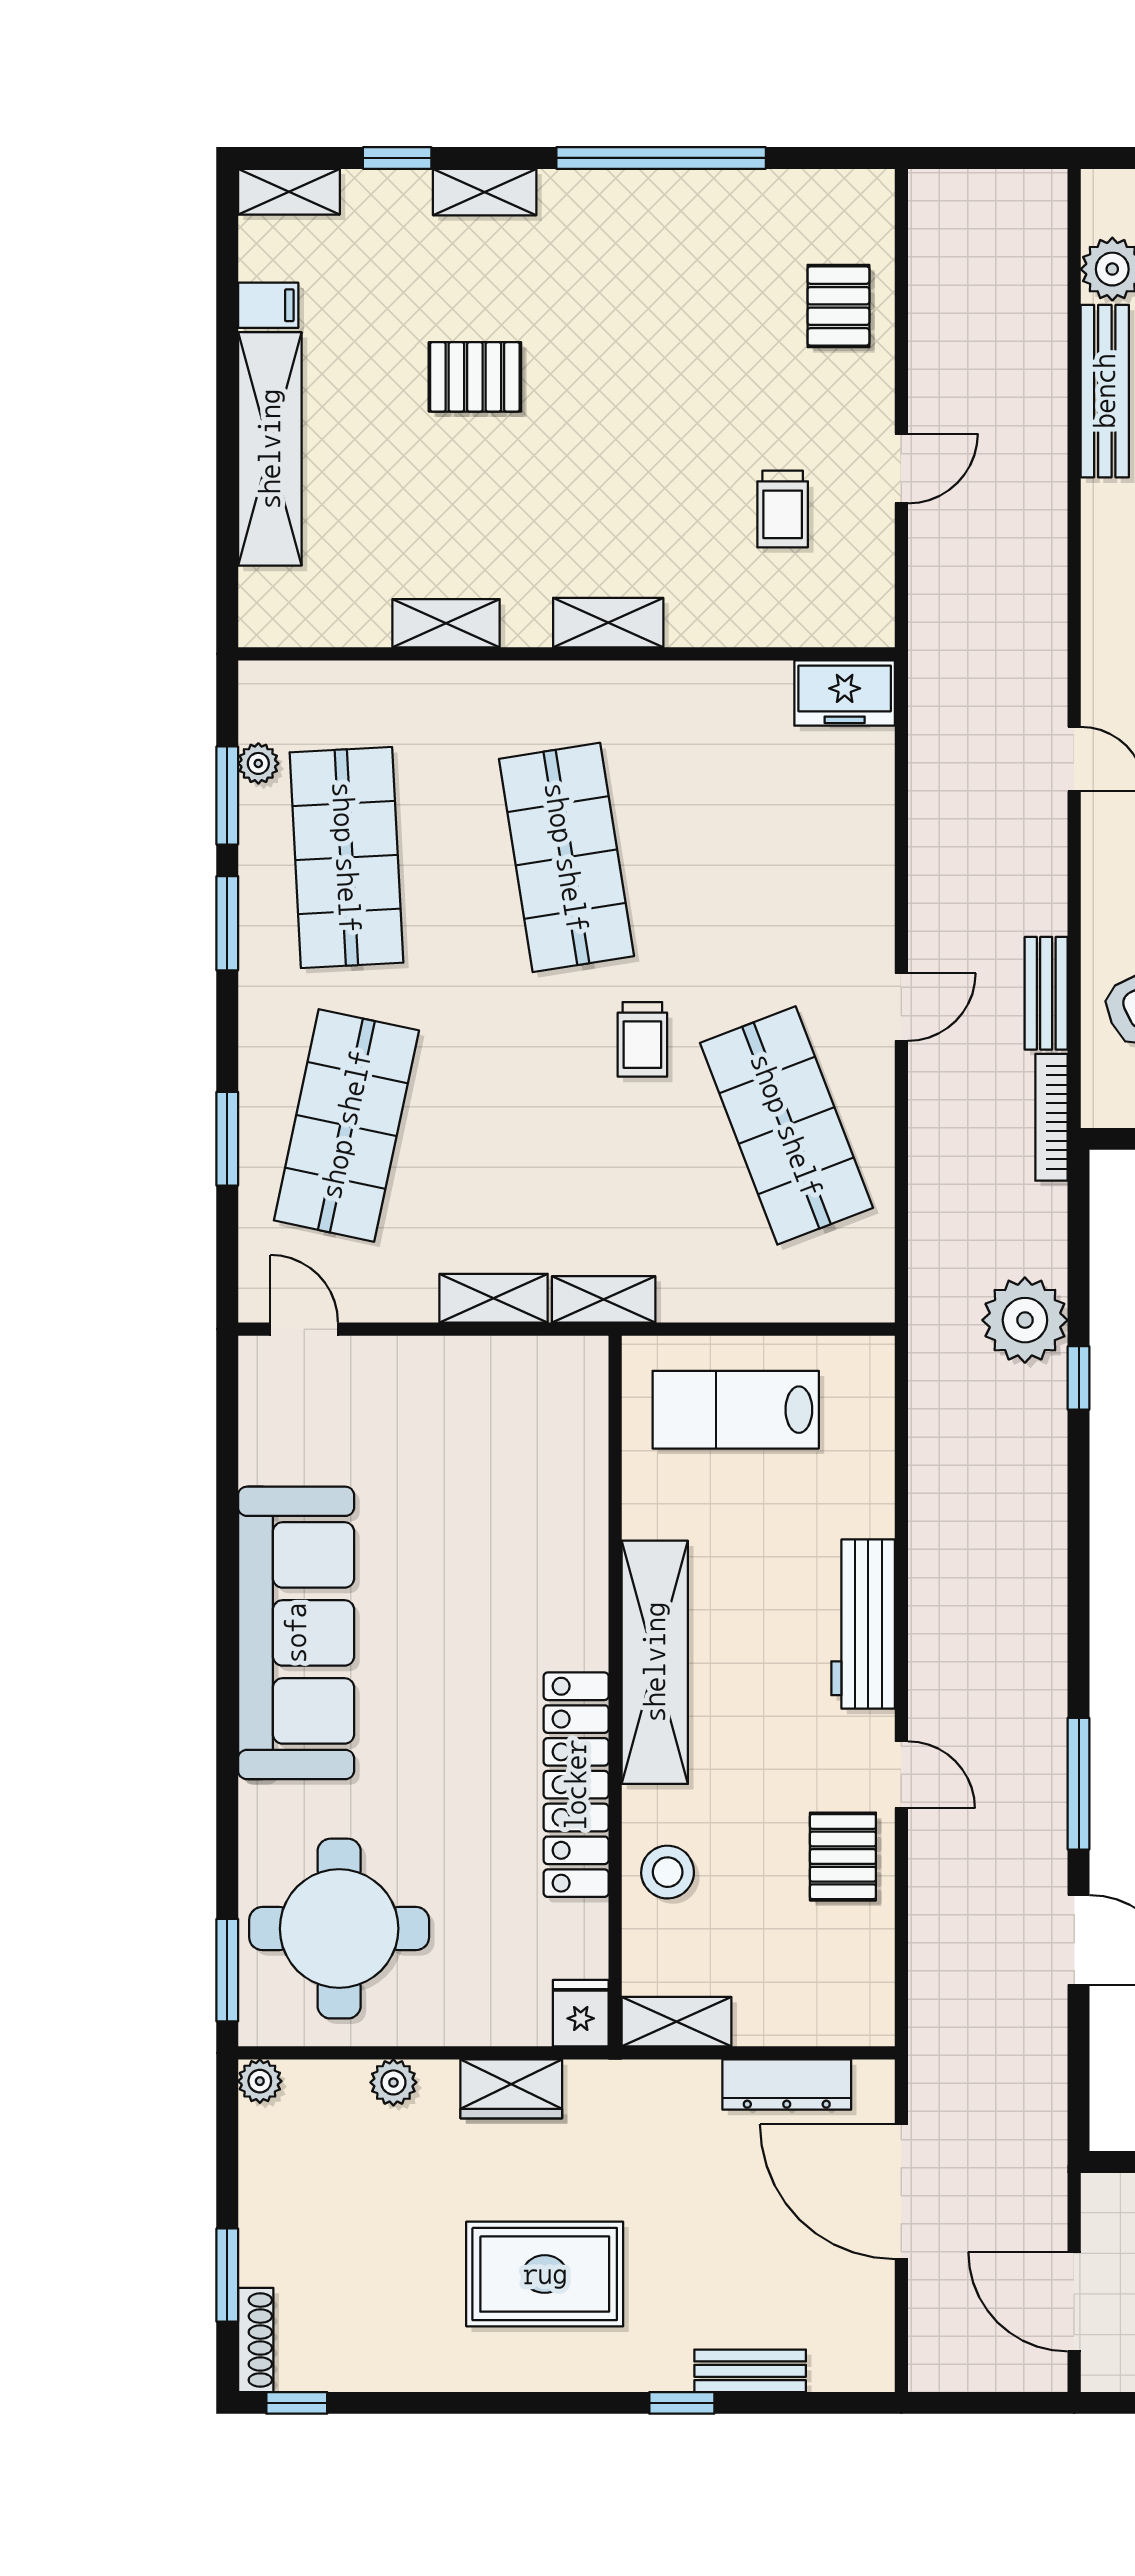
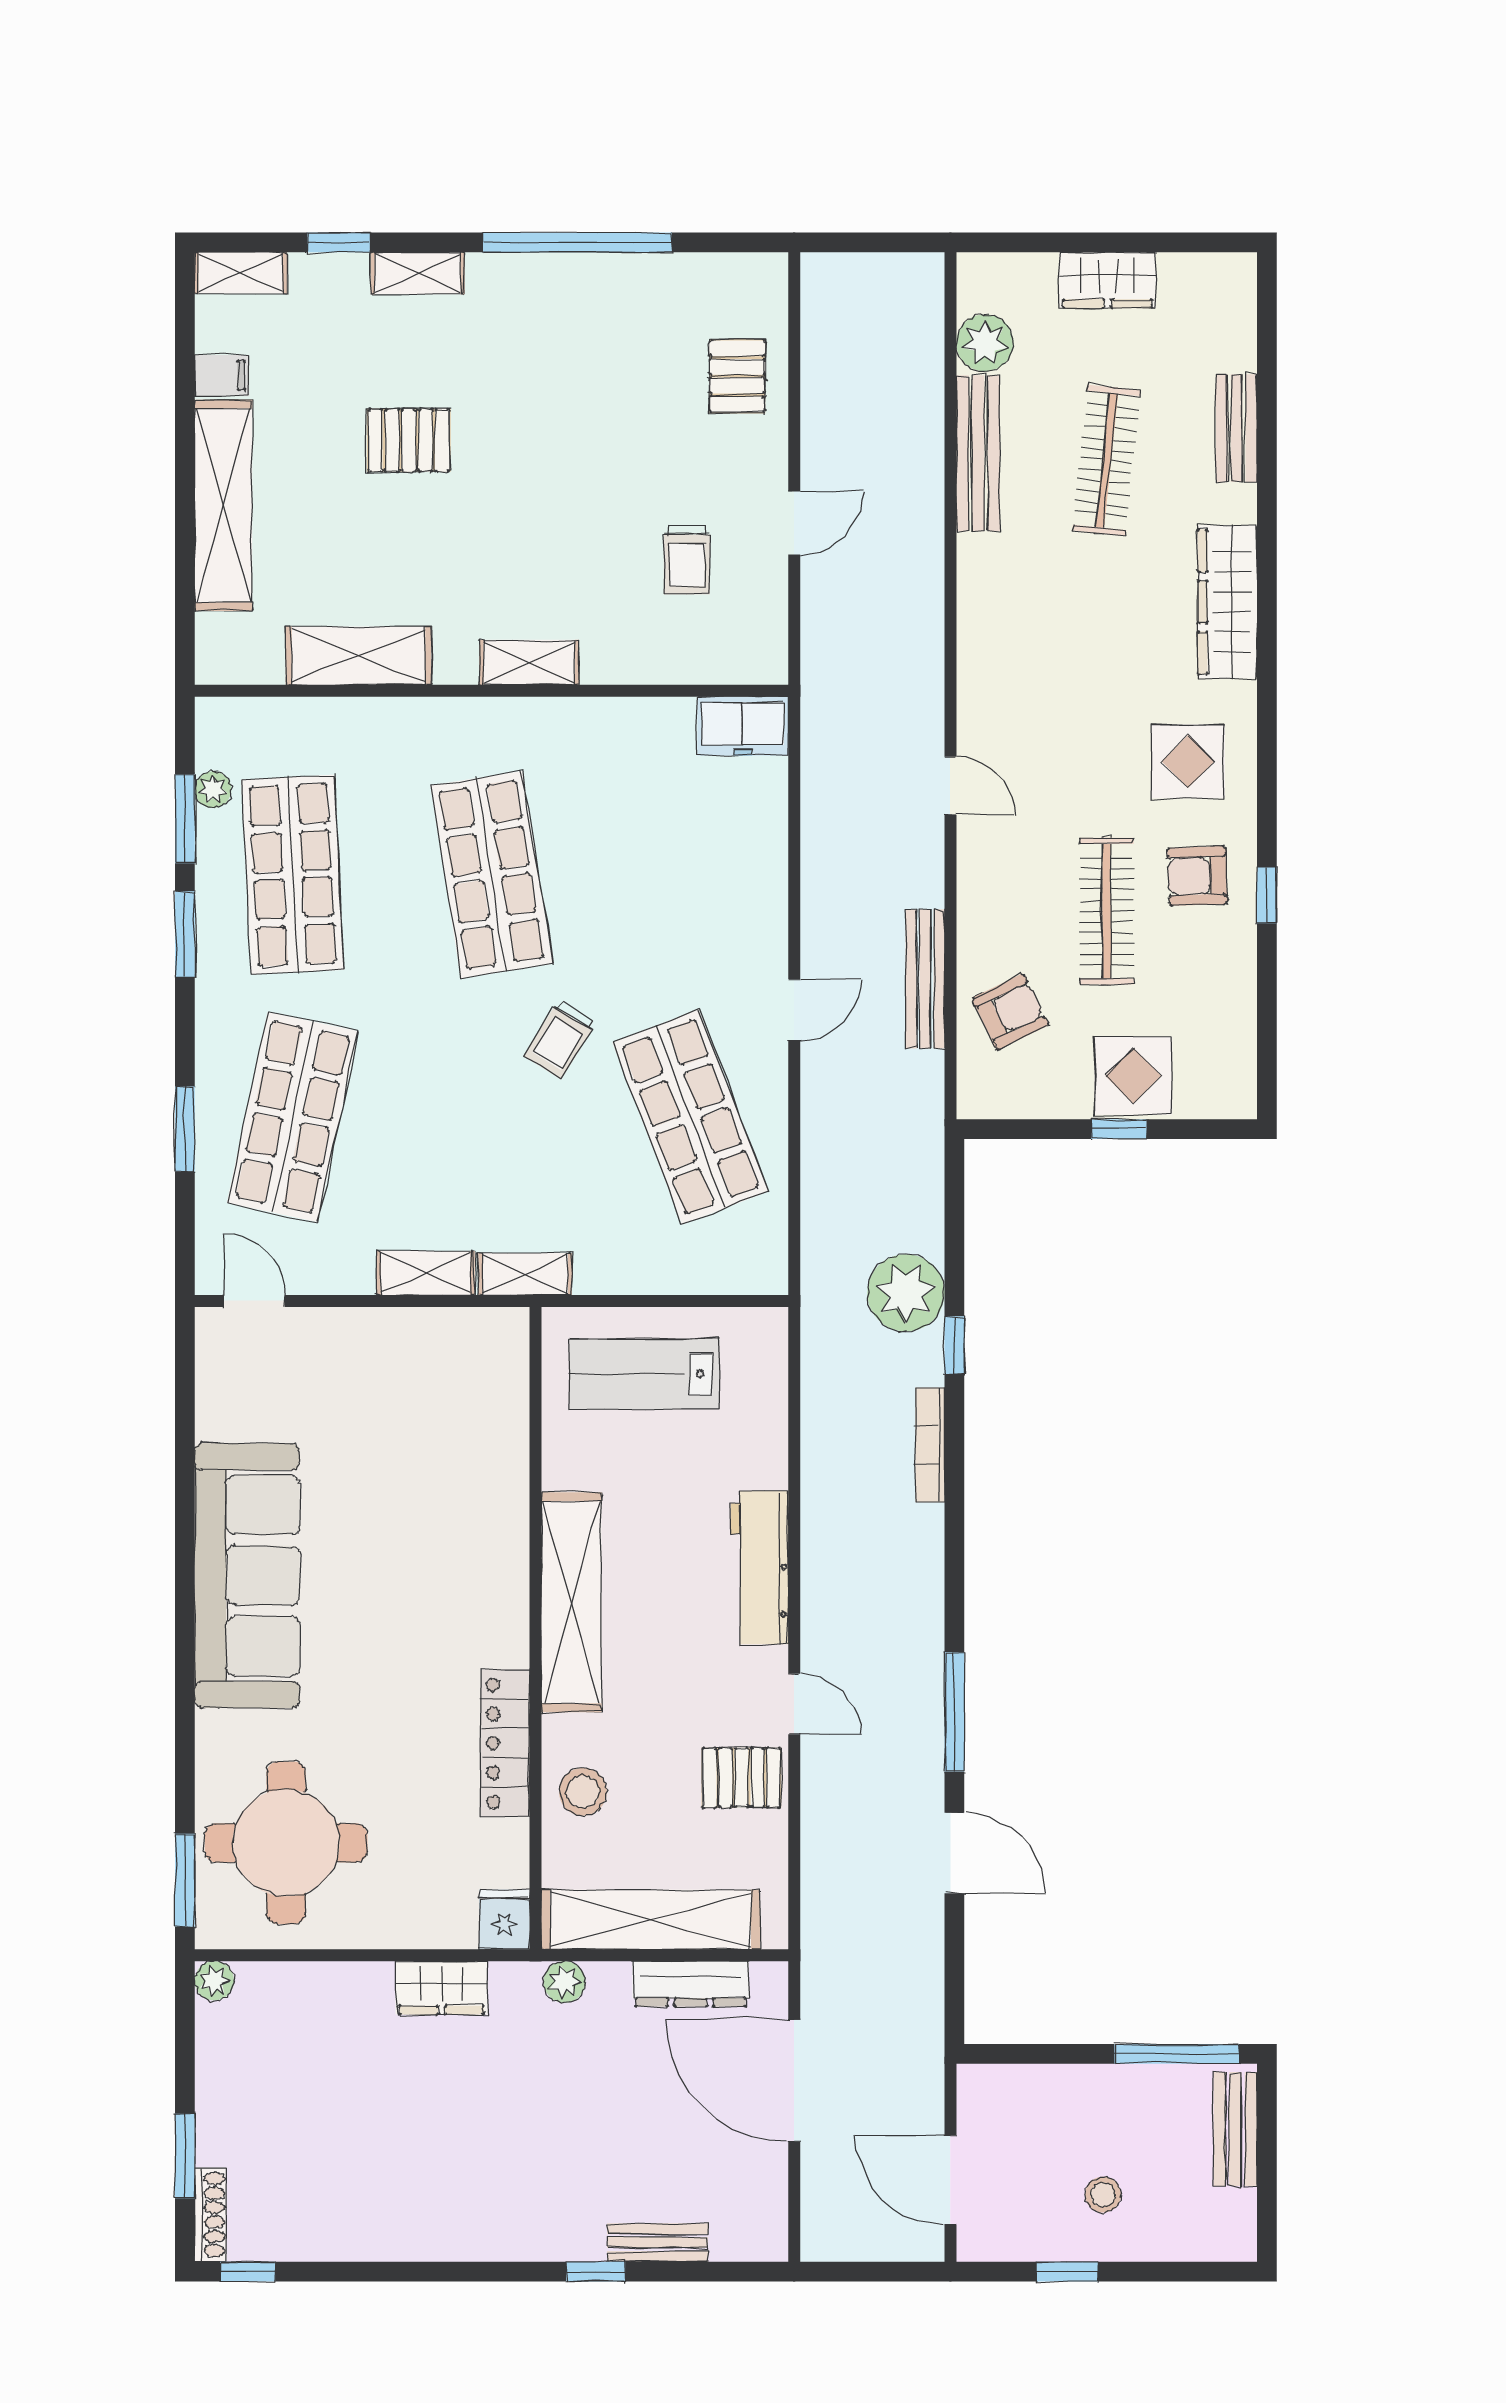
shelving: (446, 623) -> (358, 656), width x1.50, depth x1.33
bench: (1046, 993) -> (925, 979), width x1.36
trolley: (642, 1039) -> (560, 1039), turned 32
bookcase: (1052, 1117) -> (930, 1445), moved
locker: (576, 1785) -> (505, 1743), width x0.71, depth x0.83
pallet: (843, 1857) -> (741, 1778), turned 90
shelving: (677, 2022) -> (651, 1920), width x2.20, depth x1.33
plant: (393, 2082) -> (564, 1982), moved
rug: (545, 2274) -> (472, 2155), removed

